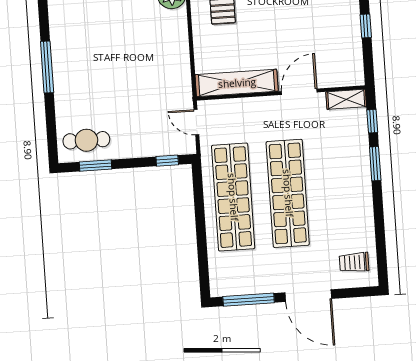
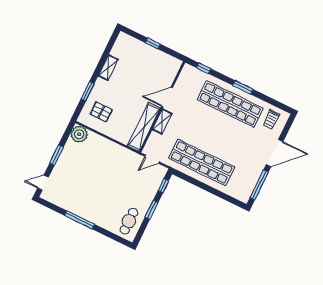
door: (299, 92) -> (167, 97), hinge flipped
shelving: (346, 99) -> (162, 122), moved
window: (375, 164) -> (243, 87), moved
window: (95, 166) -> (152, 210), moved
shop shelf: (288, 193) -> (230, 104), moved

